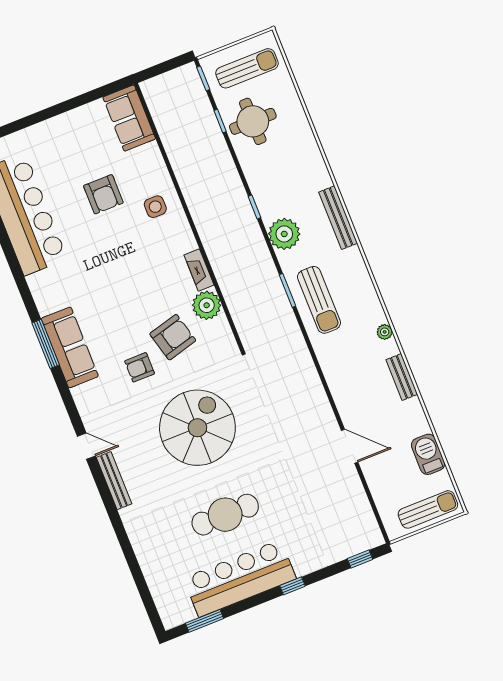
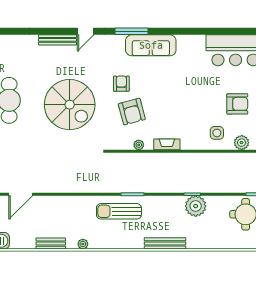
plant: (155, 167) -> (242, 143), added
armchair: (103, 194) -> (237, 104), turned 180
plant: (284, 234) -> (196, 206), moved
plant: (207, 305) -> (139, 145), width x0.53, depth x0.53
window: (46, 344) -> (131, 31), moved

